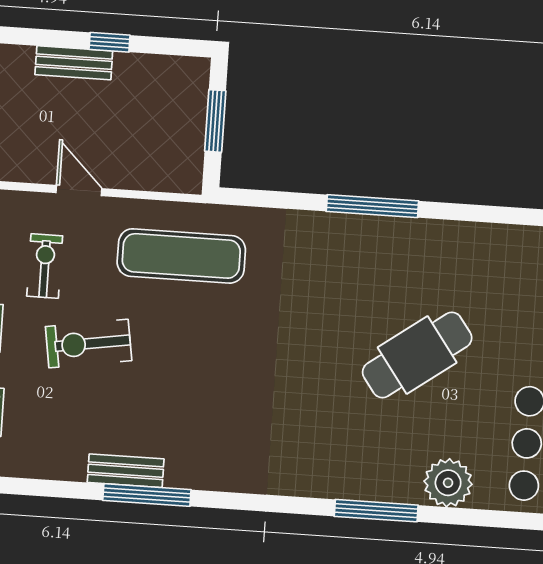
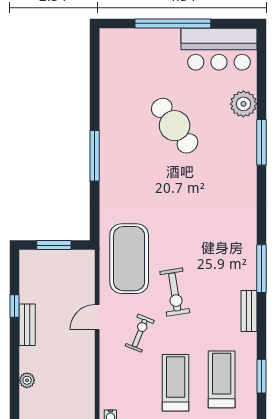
exercise mat: (181, 256) -> (129, 259), width x1.47
exercise bike: (45, 266) -> (140, 333), turned 112
exercise bike: (89, 344) -> (175, 292), moved
bench: (126, 471) -> (249, 311), moved

